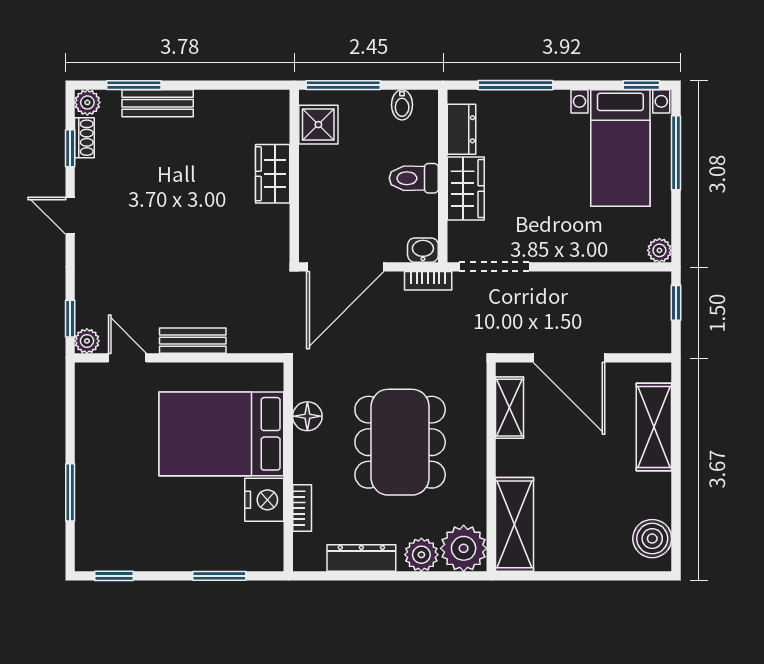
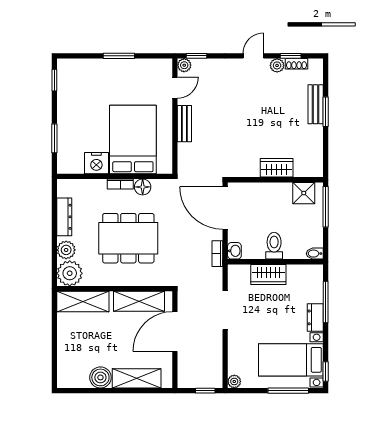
window: (134, 85) -> (326, 112), moved
plant: (87, 102) -> (277, 65), moved
bidet: (402, 105) -> (315, 254), moved
dresser: (461, 129) -> (315, 317), moved, turned 90
doorway: (494, 267) -> (225, 310), moved
shelving: (510, 408) -> (139, 301), width x1.50, depth x1.33
window: (70, 492) -> (119, 56), moved
bookcase: (302, 508) -> (120, 184), moved
boiler: (652, 539) -> (100, 377), moved

